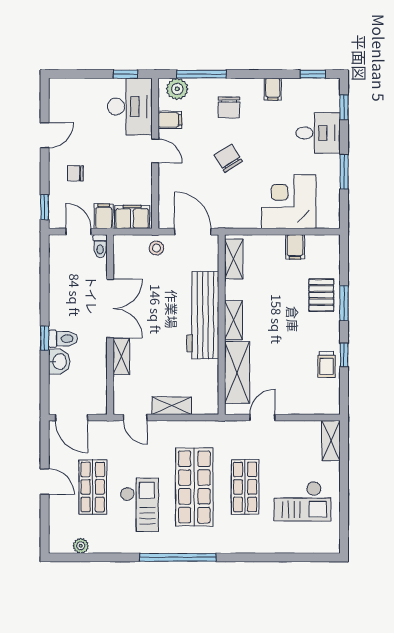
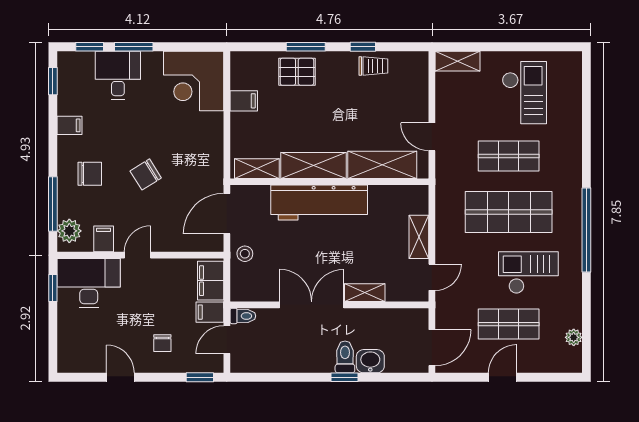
window: (344, 172) -> (134, 47), moved
corner desk: (289, 202) -> (194, 81), moved
shelving: (233, 320) -> (314, 165), width x1.50, depth x1.33

